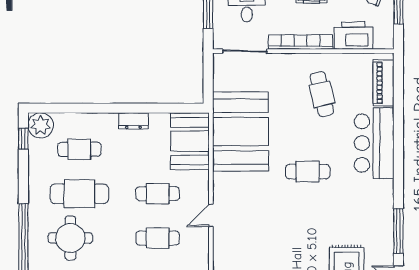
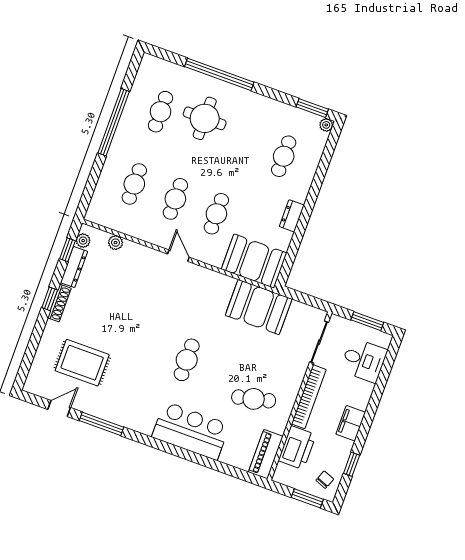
piano: (383, 83) -> (266, 454), moved, turned -90
plant: (41, 125) -> (326, 125), width x0.53, depth x0.53
booth: (241, 132) -> (259, 307), width x0.73, depth x0.70
window: (23, 139) -> (312, 108), width x1.50
cafe table: (79, 194) -> (243, 141), removed

